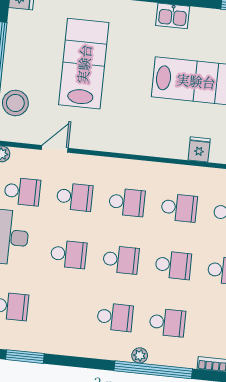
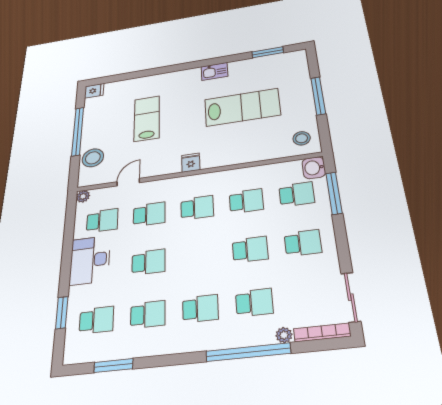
lab bench: (84, 64) -> (147, 118), width x0.73, depth x0.72
fridge: (199, 149) -> (191, 163), moved
school desk: (121, 260) -> (148, 314), moved
plant: (140, 355) -> (284, 335), moved

